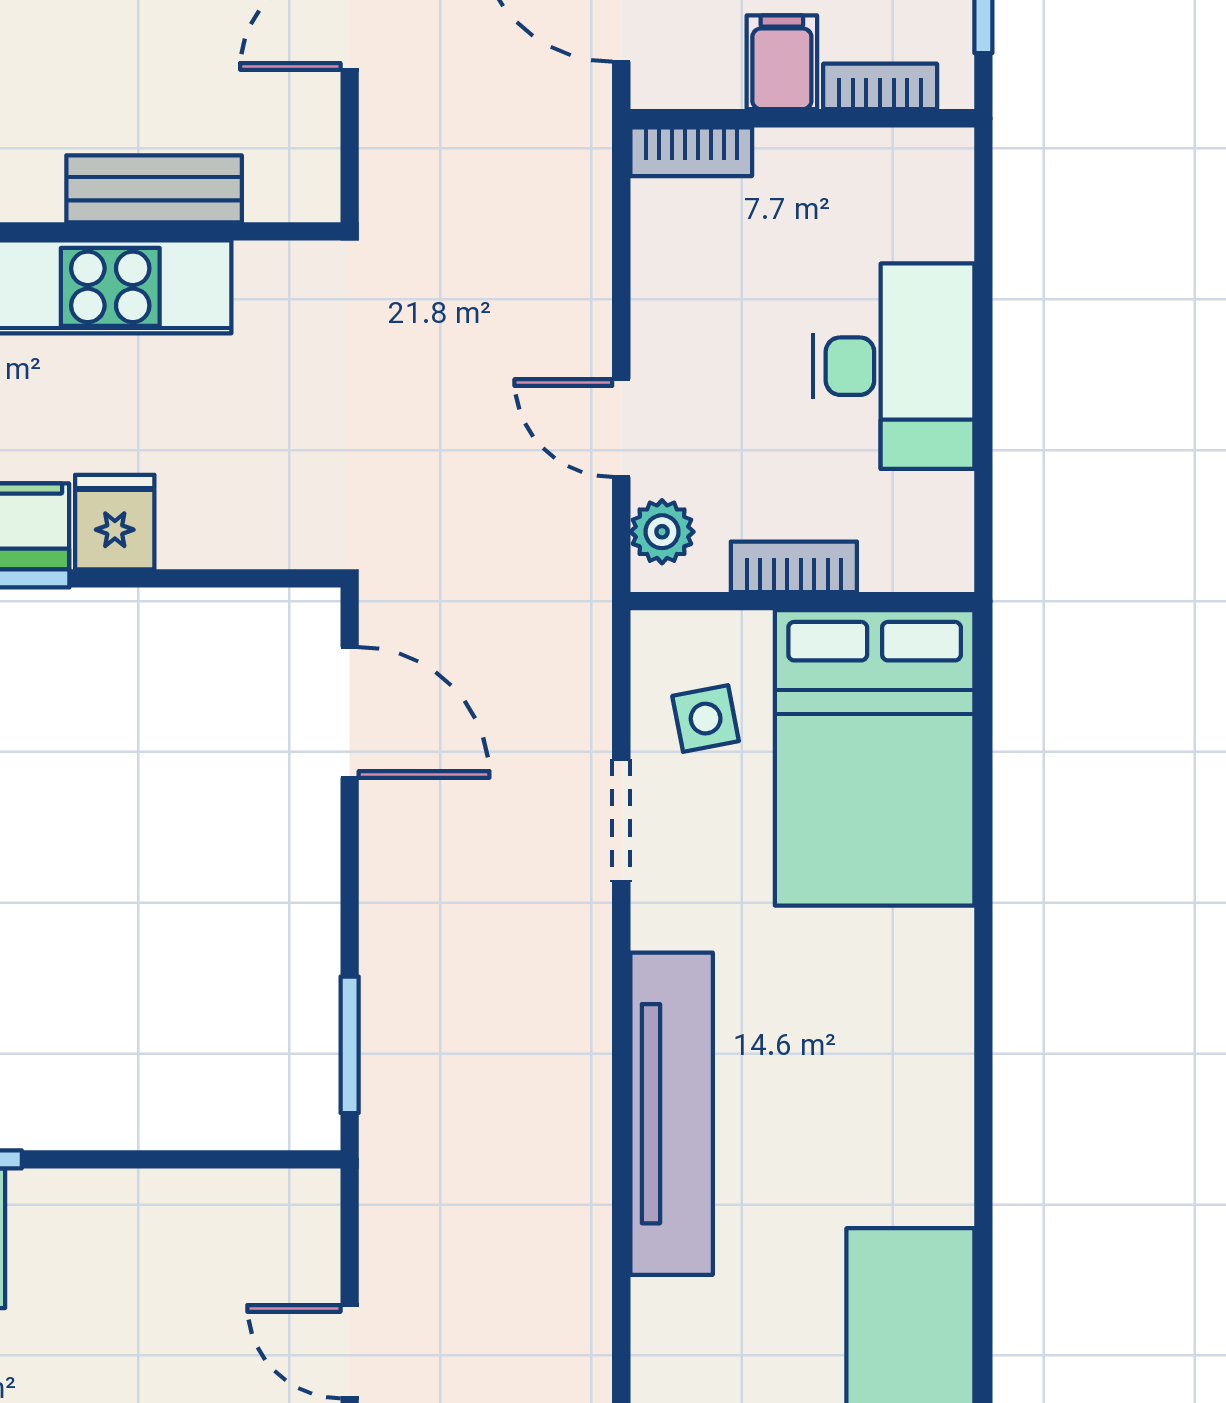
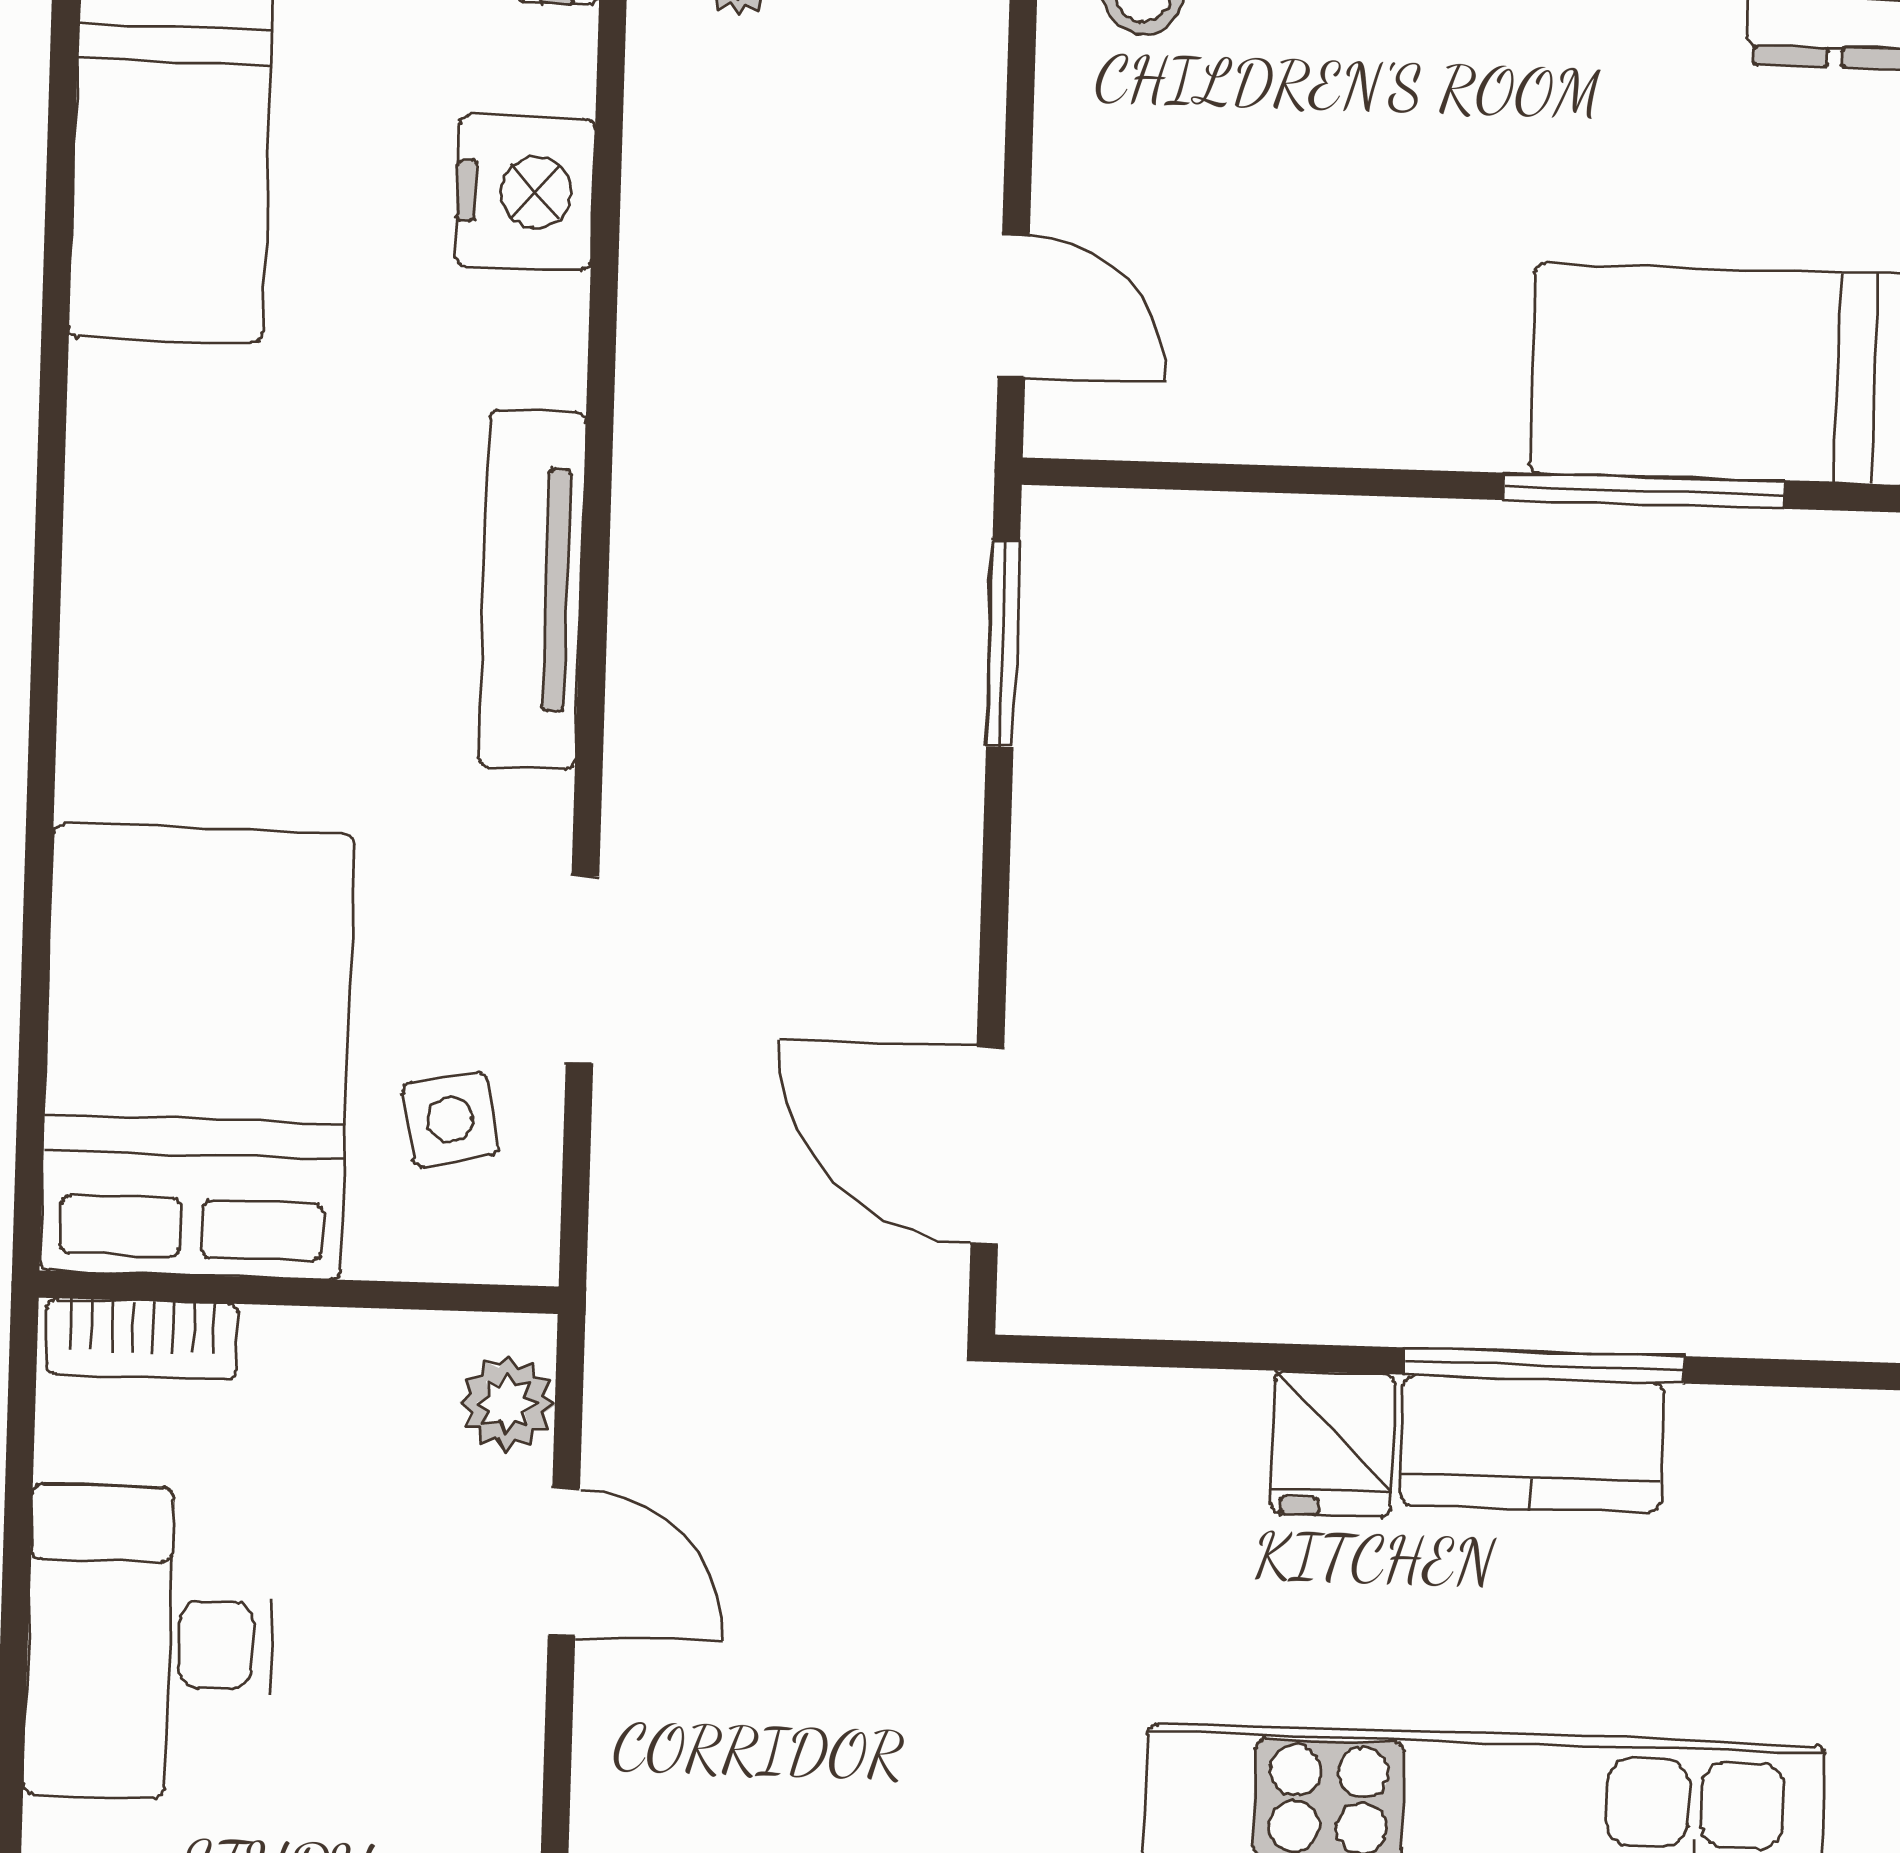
bookcase: (794, 567) -> (142, 1339), moved
tv unit: (672, 1114) -> (532, 589), width x0.73, depth x0.78
nightstand: (675, 1334) -> (525, 192), added
door: (350, 1352) -> (1014, 306), moved

